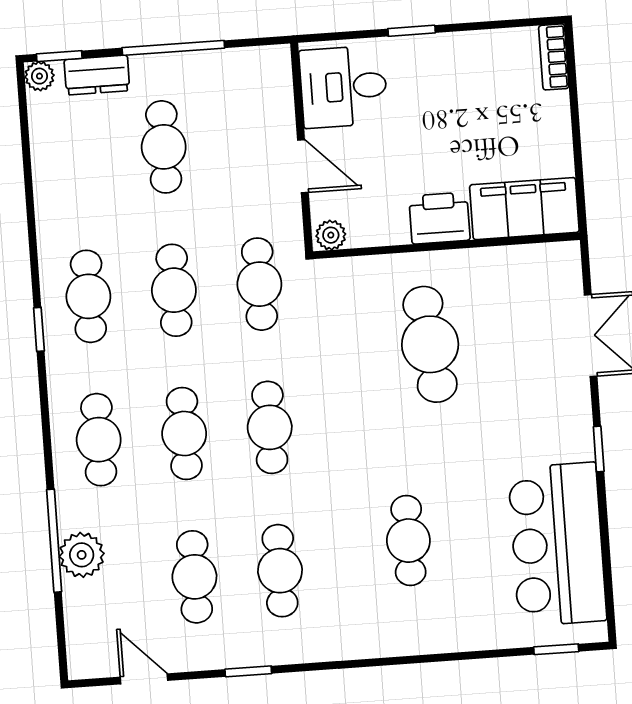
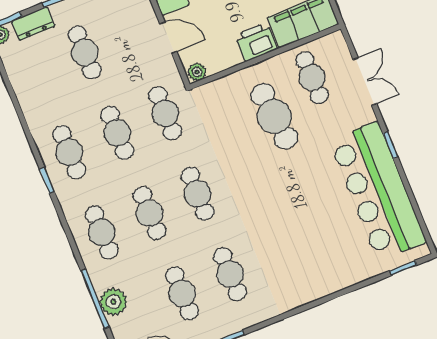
cafe table: (408, 541) -> (312, 78), moved
bar counter: (557, 544) -> (378, 191), width x1.36

